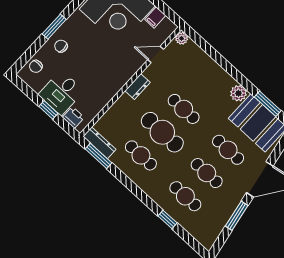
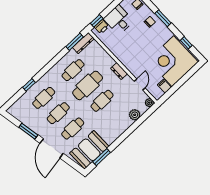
plant: (238, 93) -> (135, 115), moved
window: (48, 110) -> (97, 21), moved

